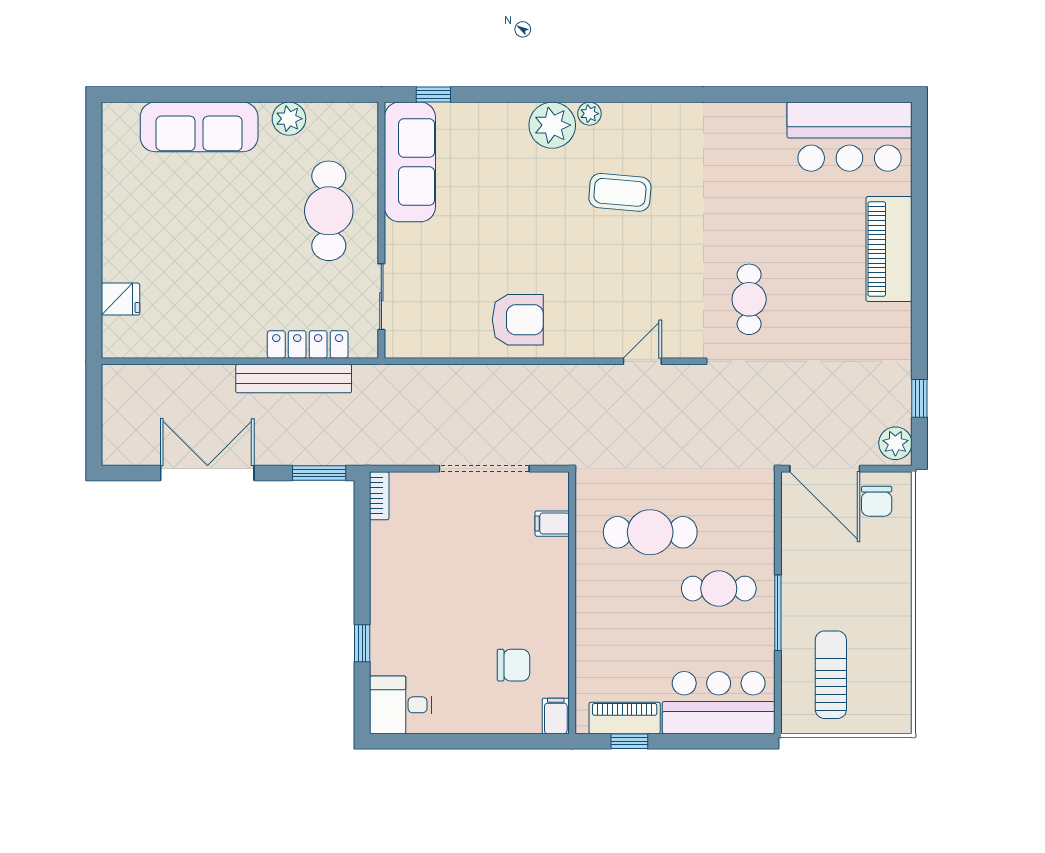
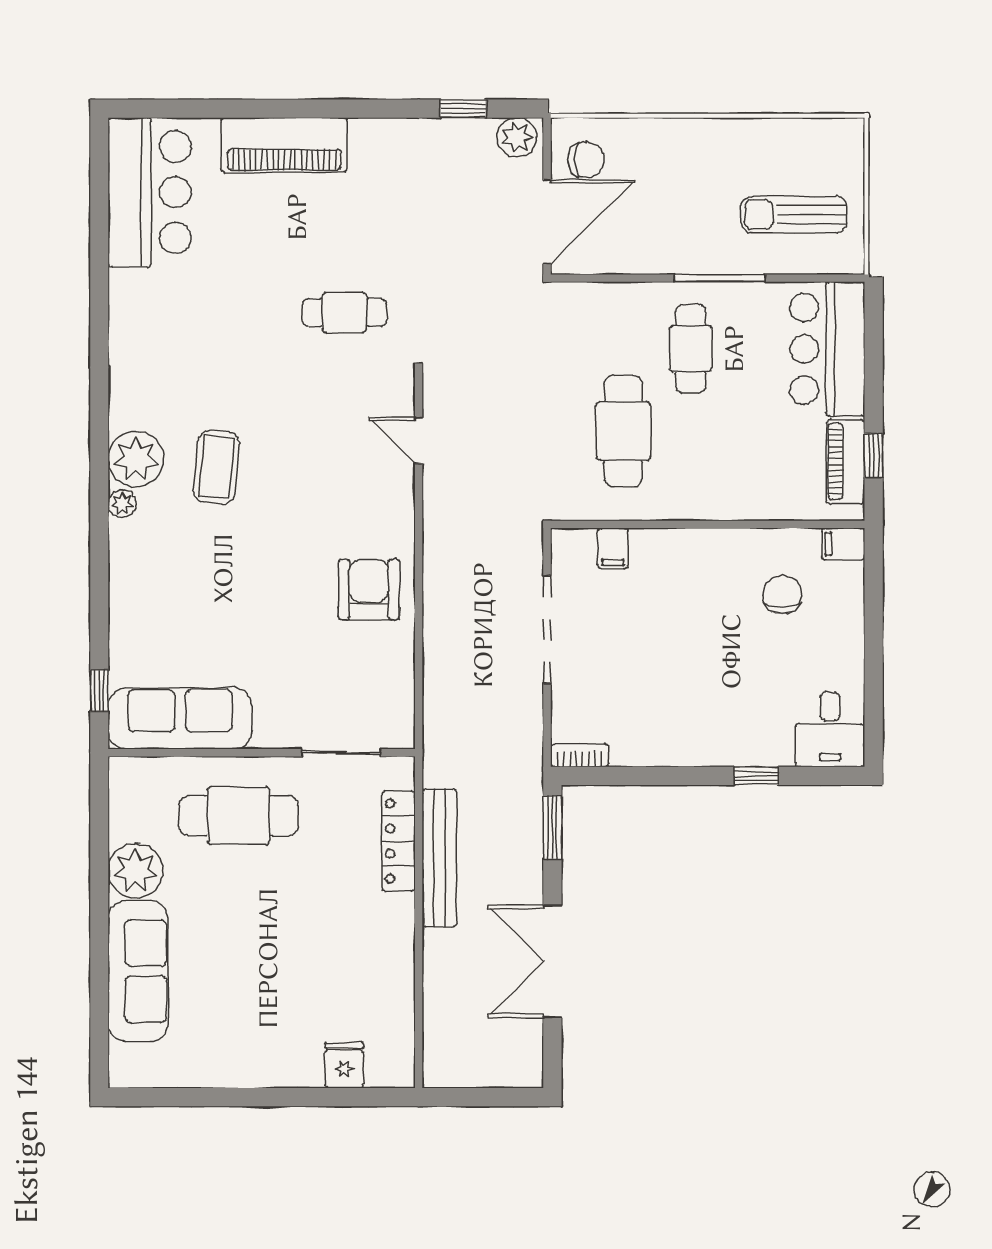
plant: (289, 119) -> (135, 871), width x1.36, depth x1.36
plant: (552, 125) -> (136, 459), moved

